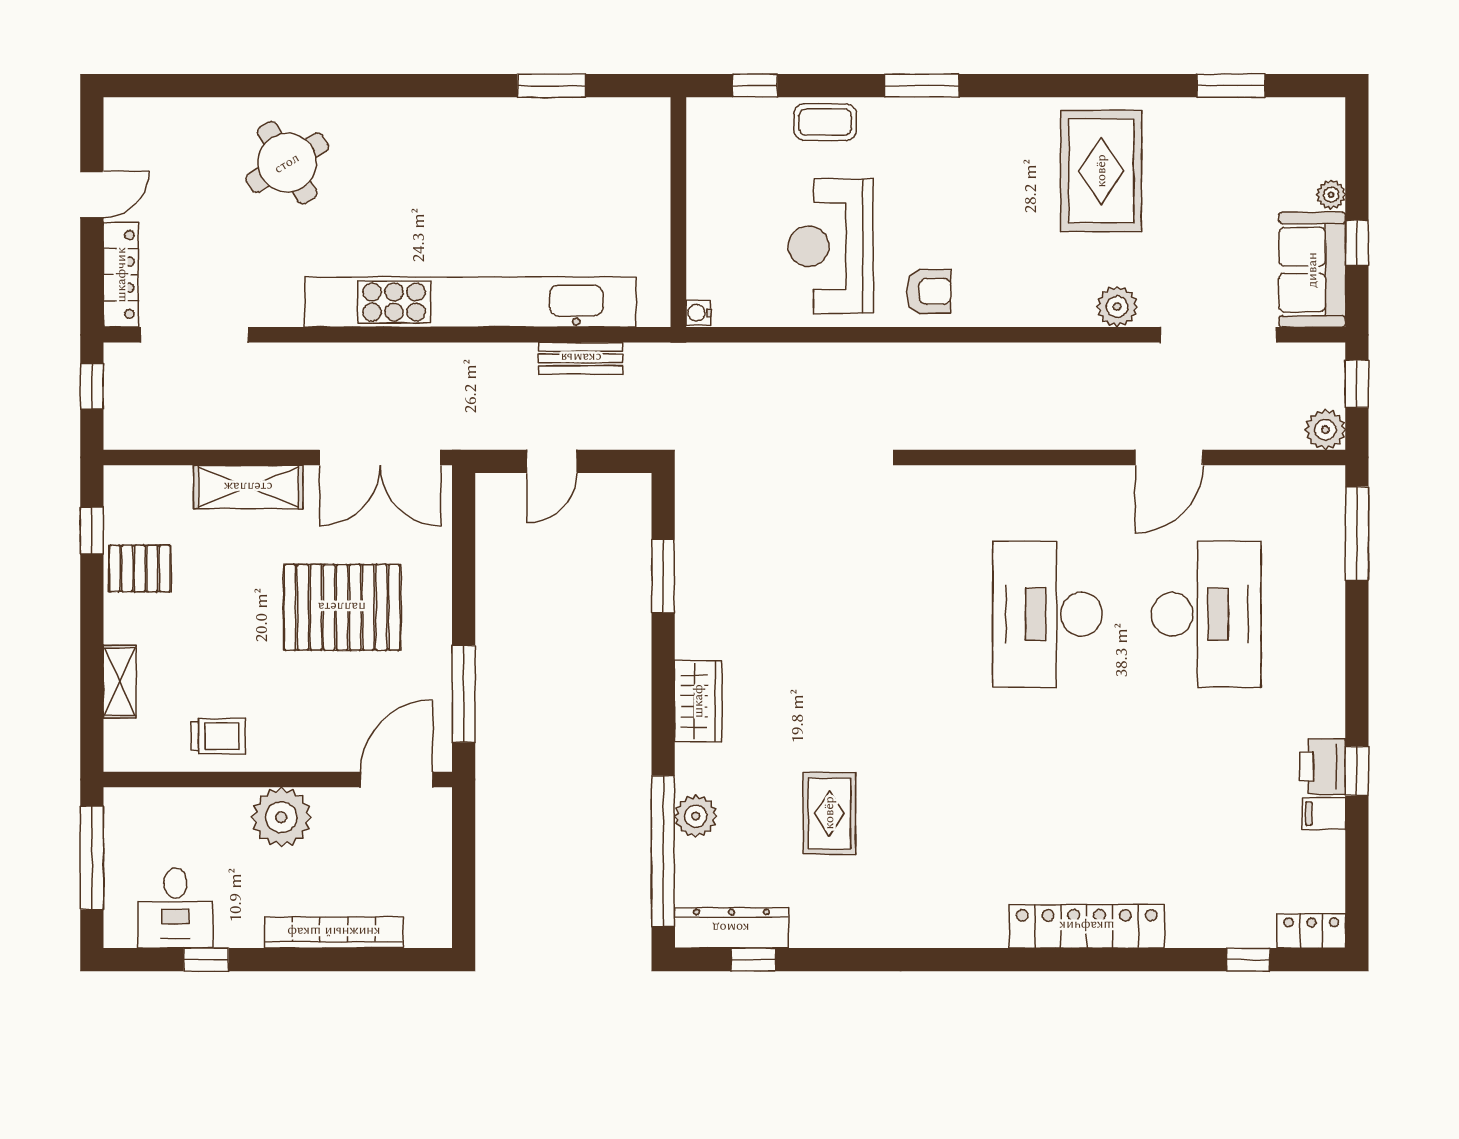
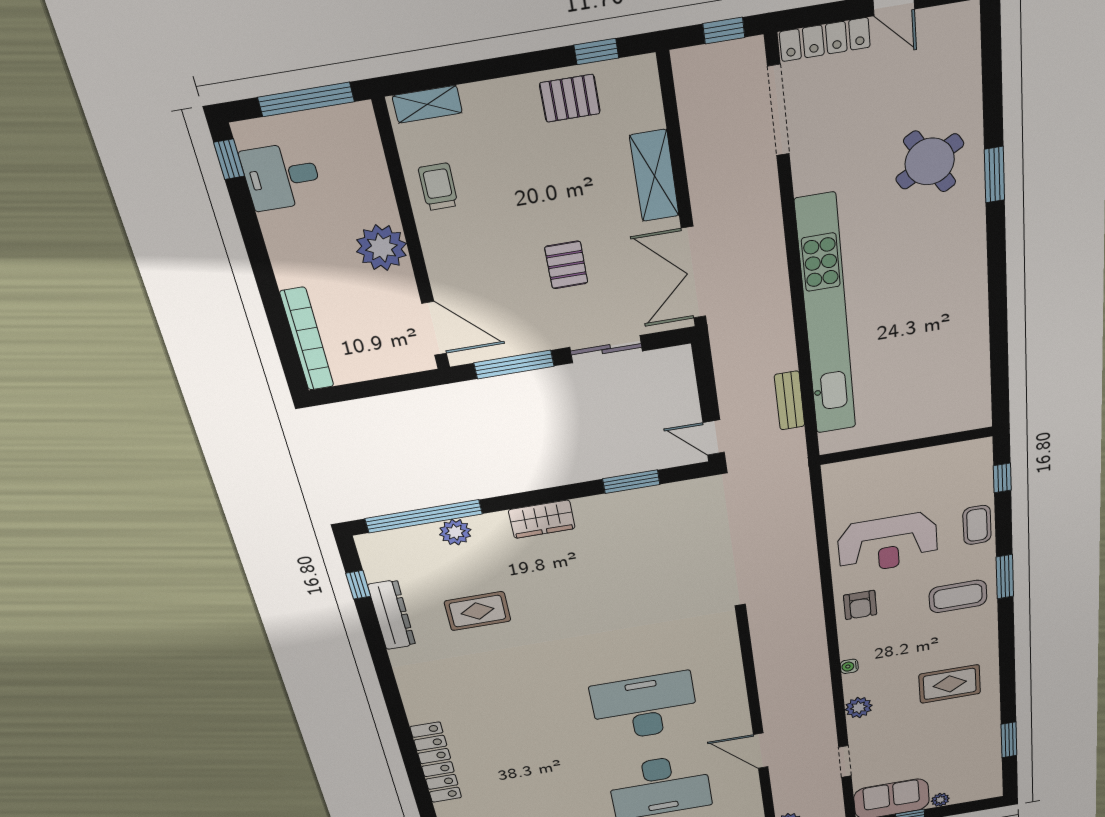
window: (552, 86) -> (994, 175), moved
coffee table: (943, 153) -> (958, 596), added
rug: (1101, 171) -> (950, 684), width x0.73, depth x0.70
reception desk: (831, 246) -> (888, 543), turned 180
water cooler: (698, 313) -> (849, 666), moved, turned -90
doorway: (1219, 335) -> (845, 761), width x0.53
door: (552, 461) -> (714, 437), moved
pallet: (140, 568) -> (570, 98), turned 90
sliding door: (464, 578) -> (606, 349), added
pallet: (342, 607) -> (566, 265), width x0.49, depth x0.50
shelving: (120, 682) -> (427, 104), moved
trolley: (218, 736) -> (438, 187), turned 180
dresser: (731, 928) -> (392, 615), moved
bookcase: (334, 932) -> (307, 339), moved
window: (206, 960) -> (229, 159), moved

